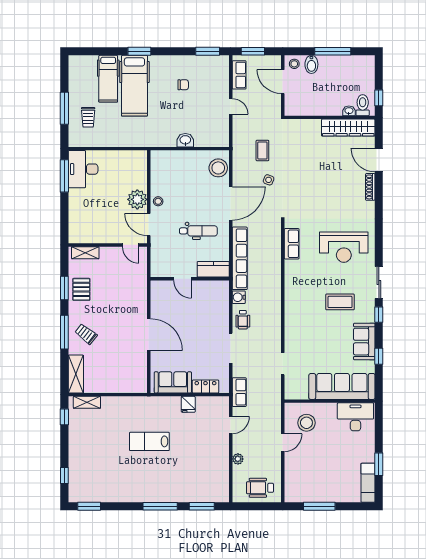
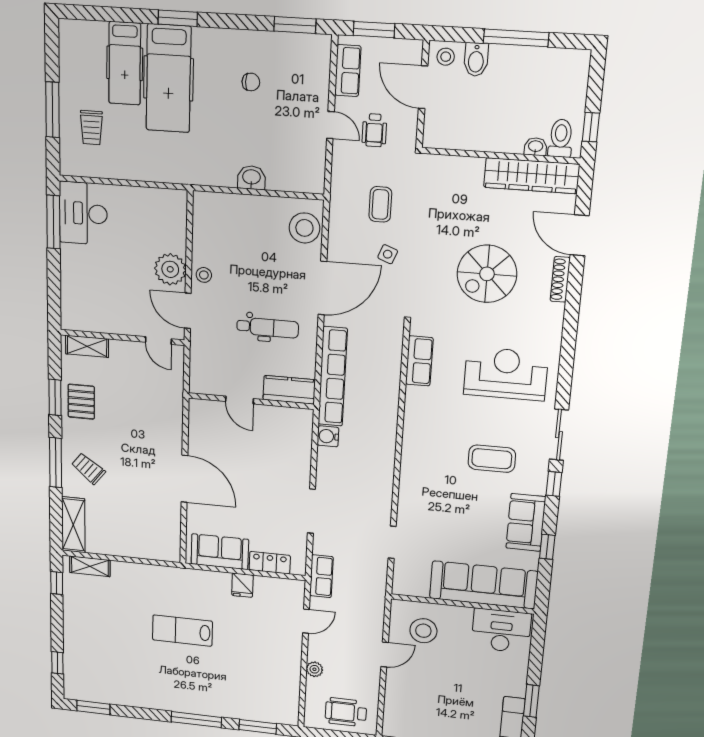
spiral stairs: (328, 187) -> (487, 274), added
reception desk: (344, 247) -> (506, 374), turned 180
wheelchair: (243, 320) -> (374, 130), moved

